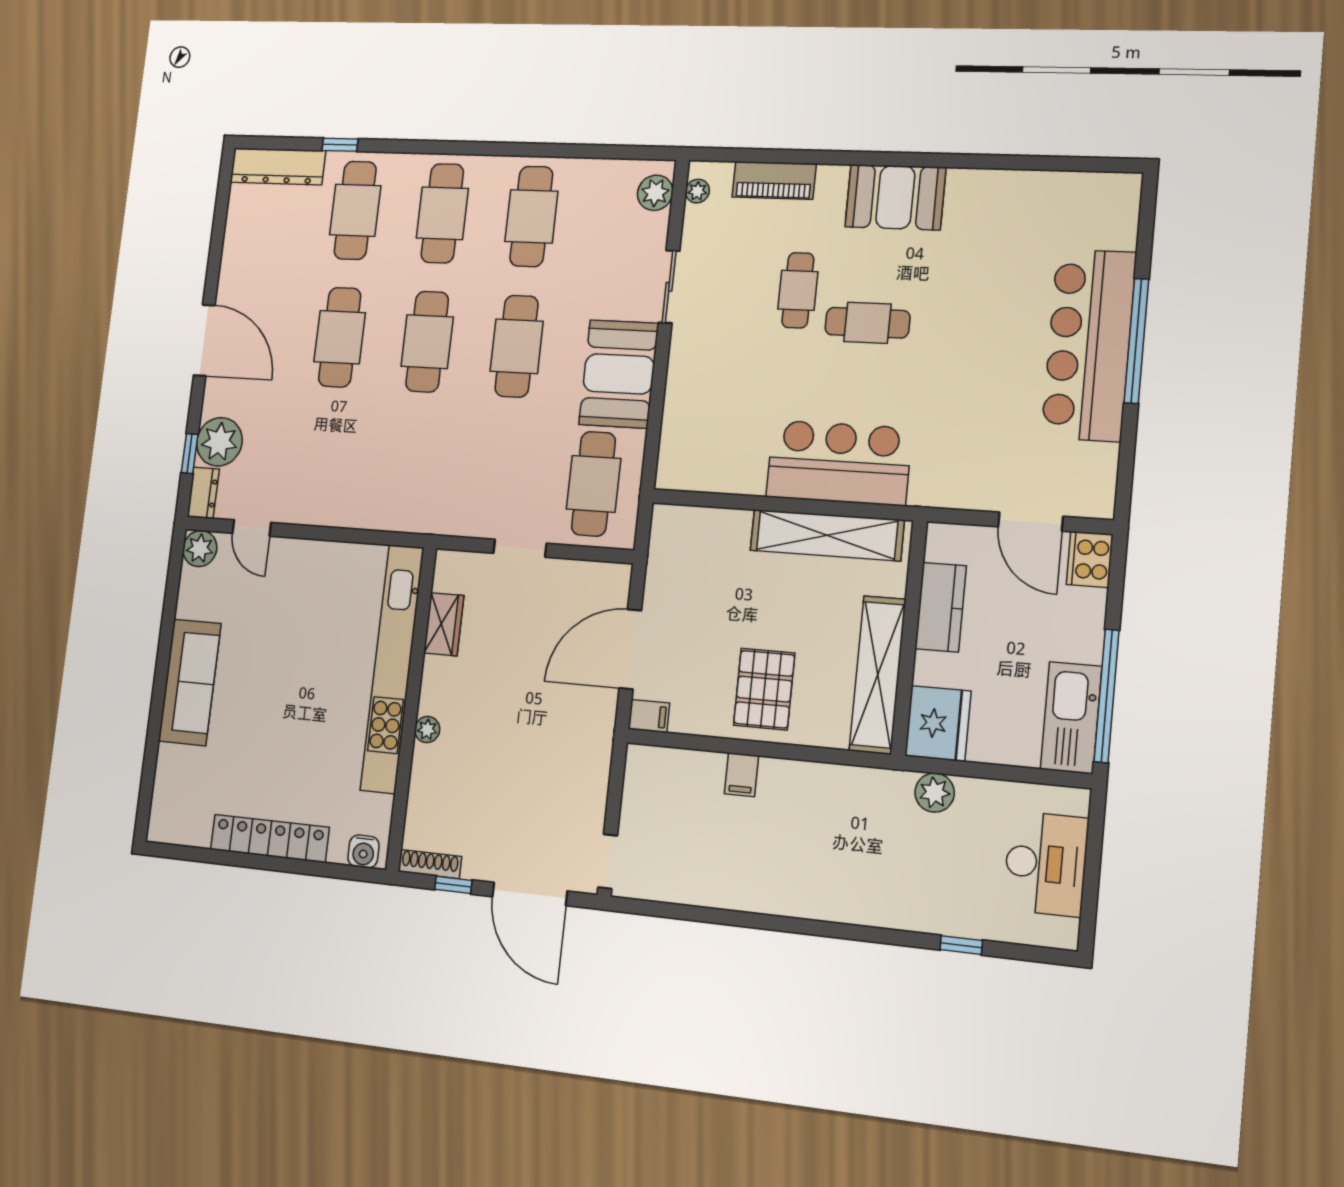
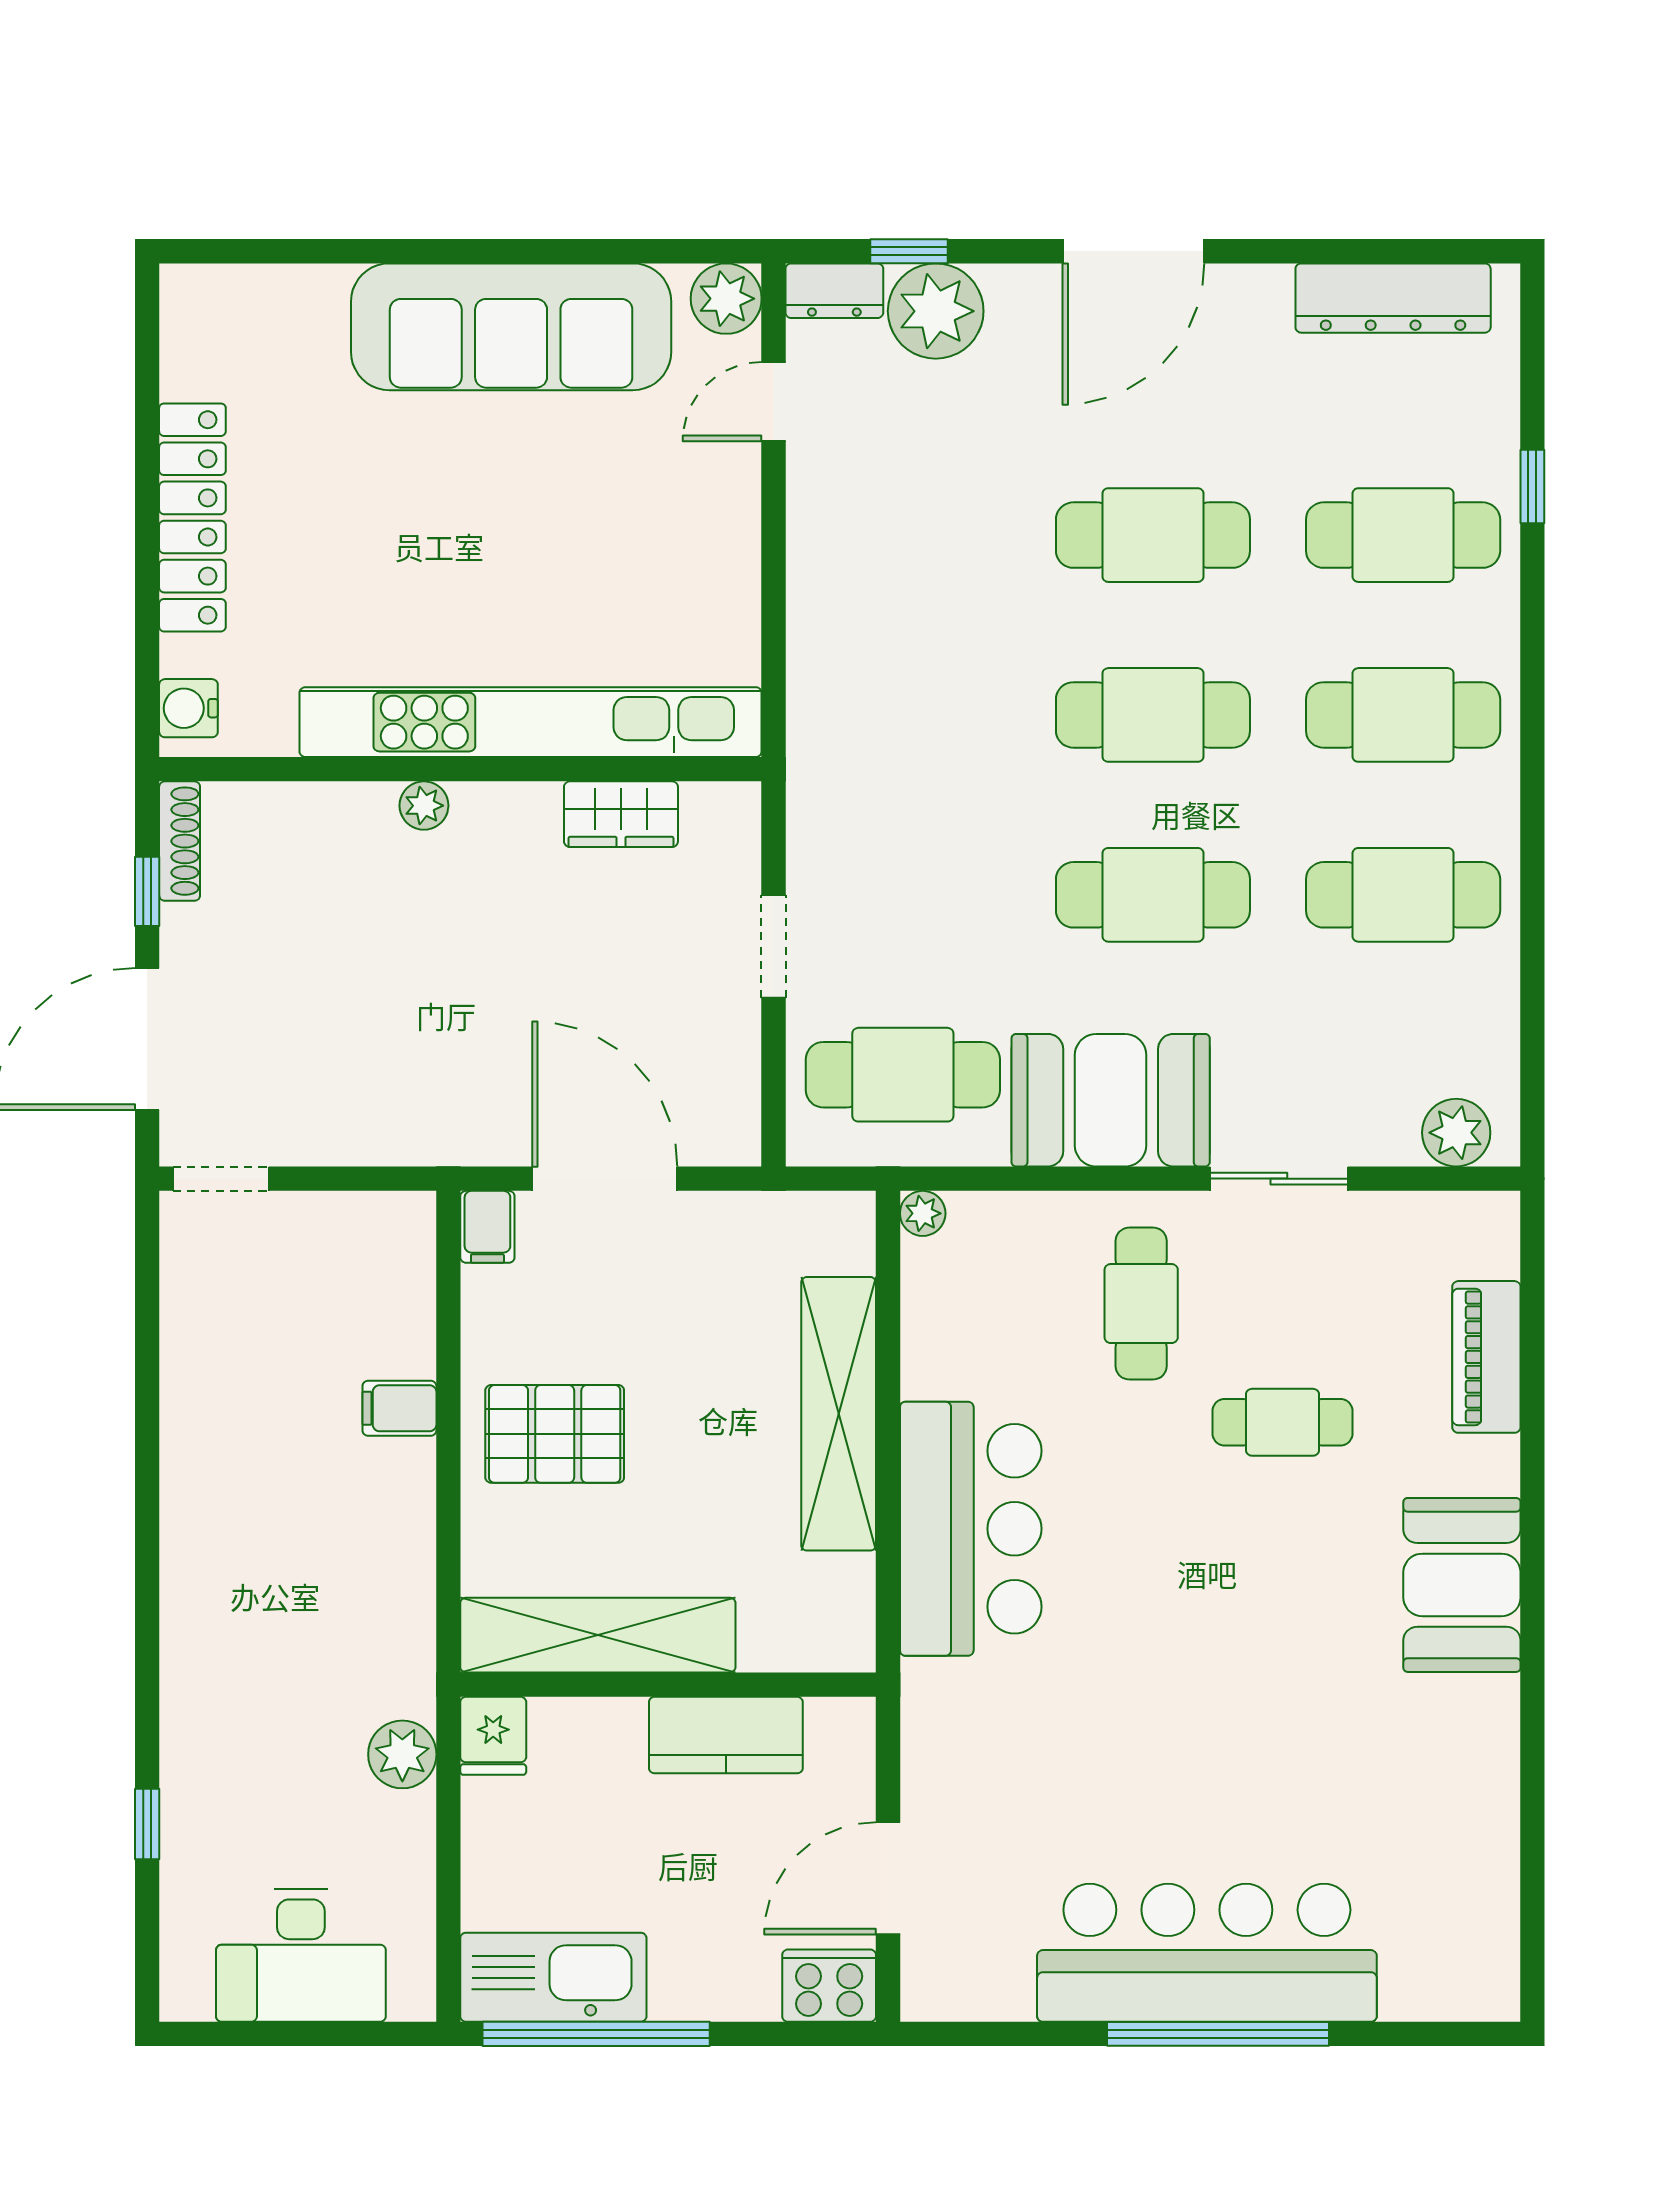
dresser: (278, 166) -> (1393, 298), moved, turned -90
plant: (697, 191) -> (923, 1213), moved
cafe table: (867, 323) -> (1141, 1304), moved
shelving: (827, 535) -> (839, 1414), moved
sofa: (190, 682) -> (511, 327), width x1.36, depth x1.27
fridge: (938, 723) -> (493, 1736), width x0.53, depth x0.75

